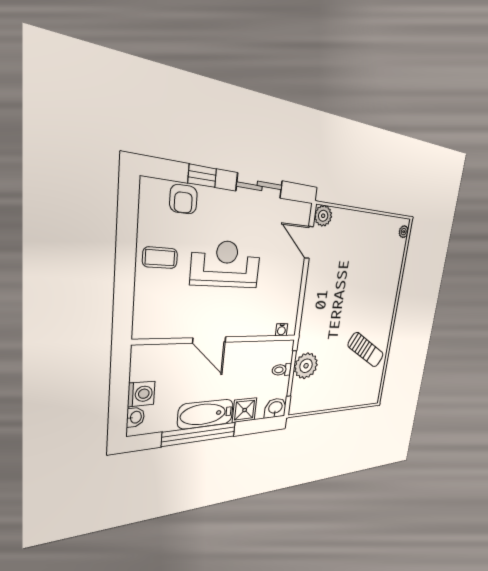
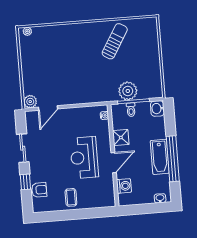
reception desk: (226, 264) -> (84, 158), moved
washing machine: (141, 394) -> (124, 186), moved, turned 90
shower: (245, 410) -> (121, 138), moved

